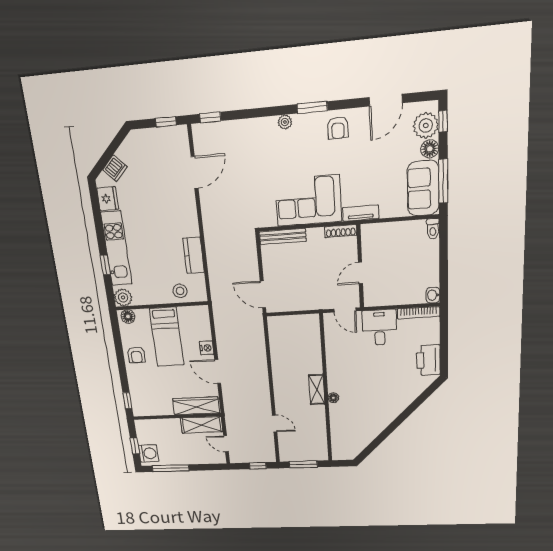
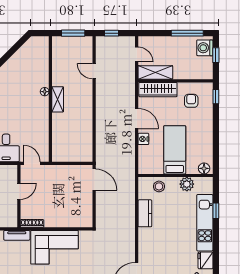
bench: (283, 236) -> (75, 223), removed
plant: (123, 297) -> (187, 184), moved
armchair: (136, 355) -> (191, 101), moved

